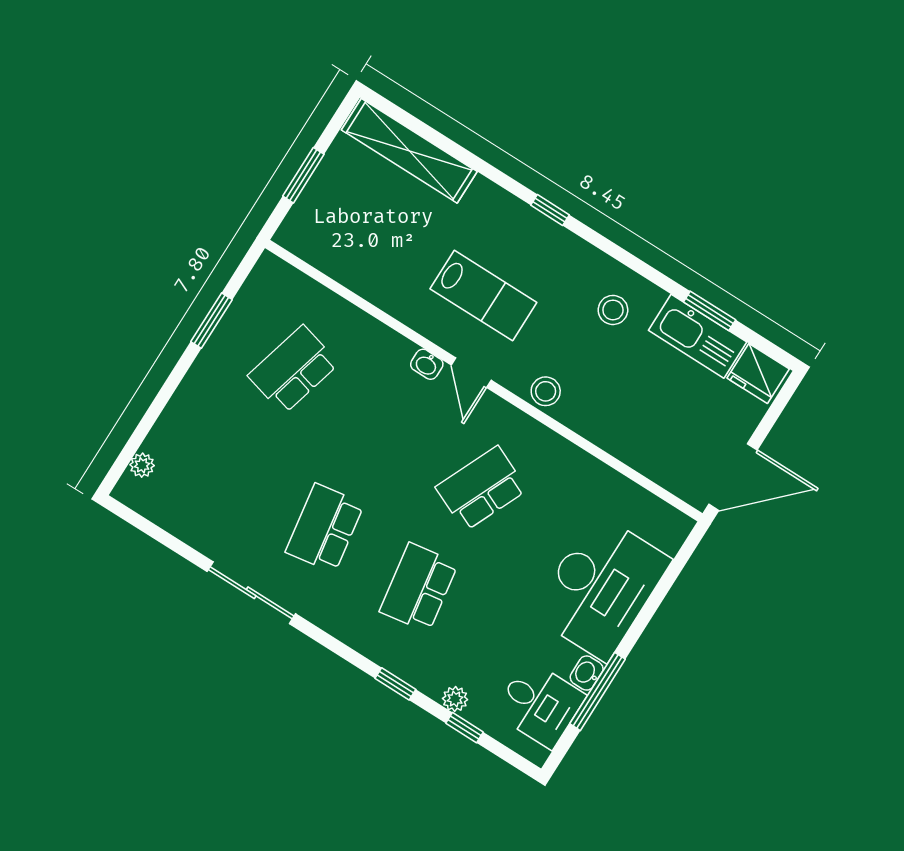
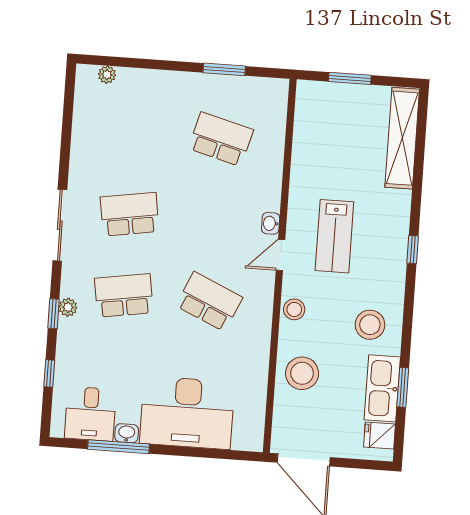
stool: (613, 310) -> (370, 325), width x1.38, depth x1.38
fridge: (758, 373) -> (380, 436), width x0.72
stool: (628, 423) -> (302, 373), added
sliding door: (251, 593) -> (60, 225), moved
plant: (455, 699) -> (68, 307), moved

